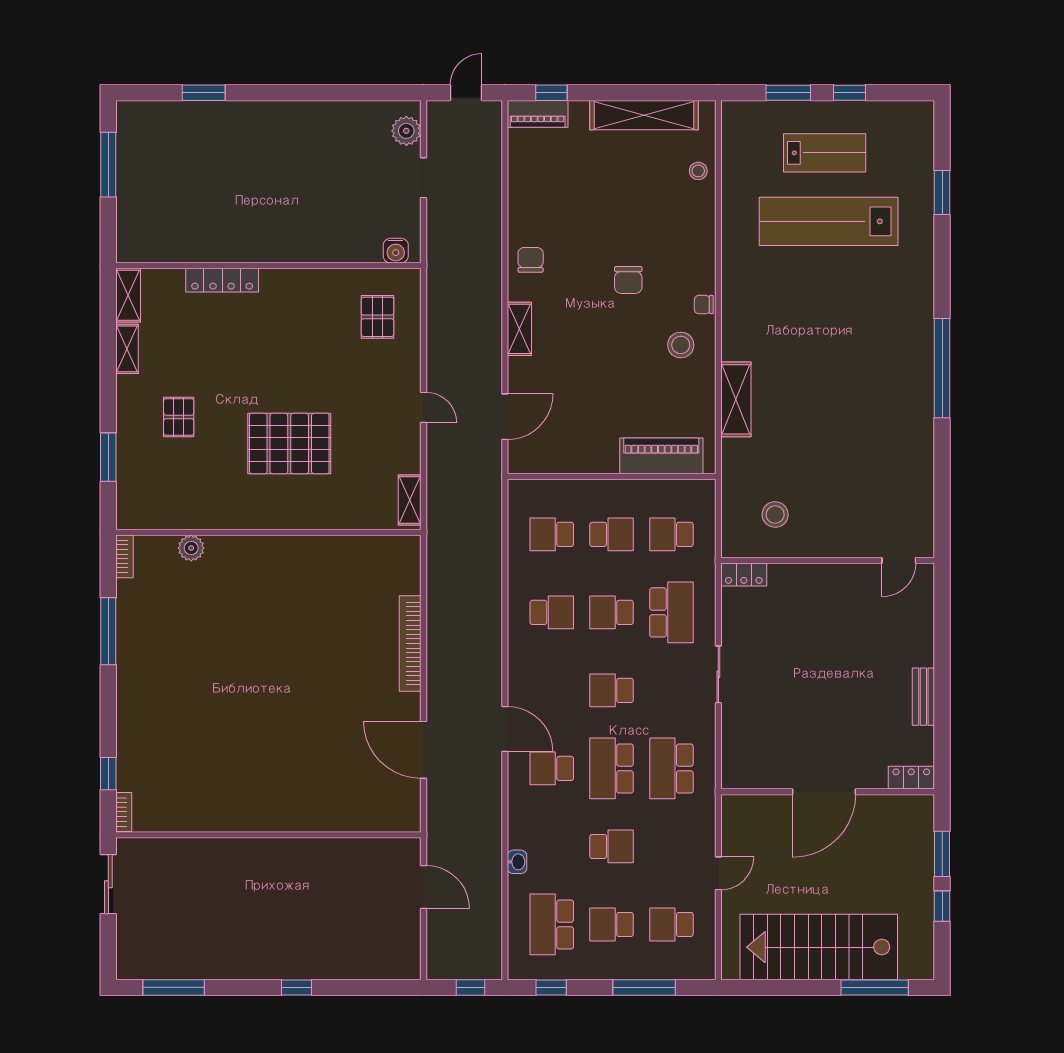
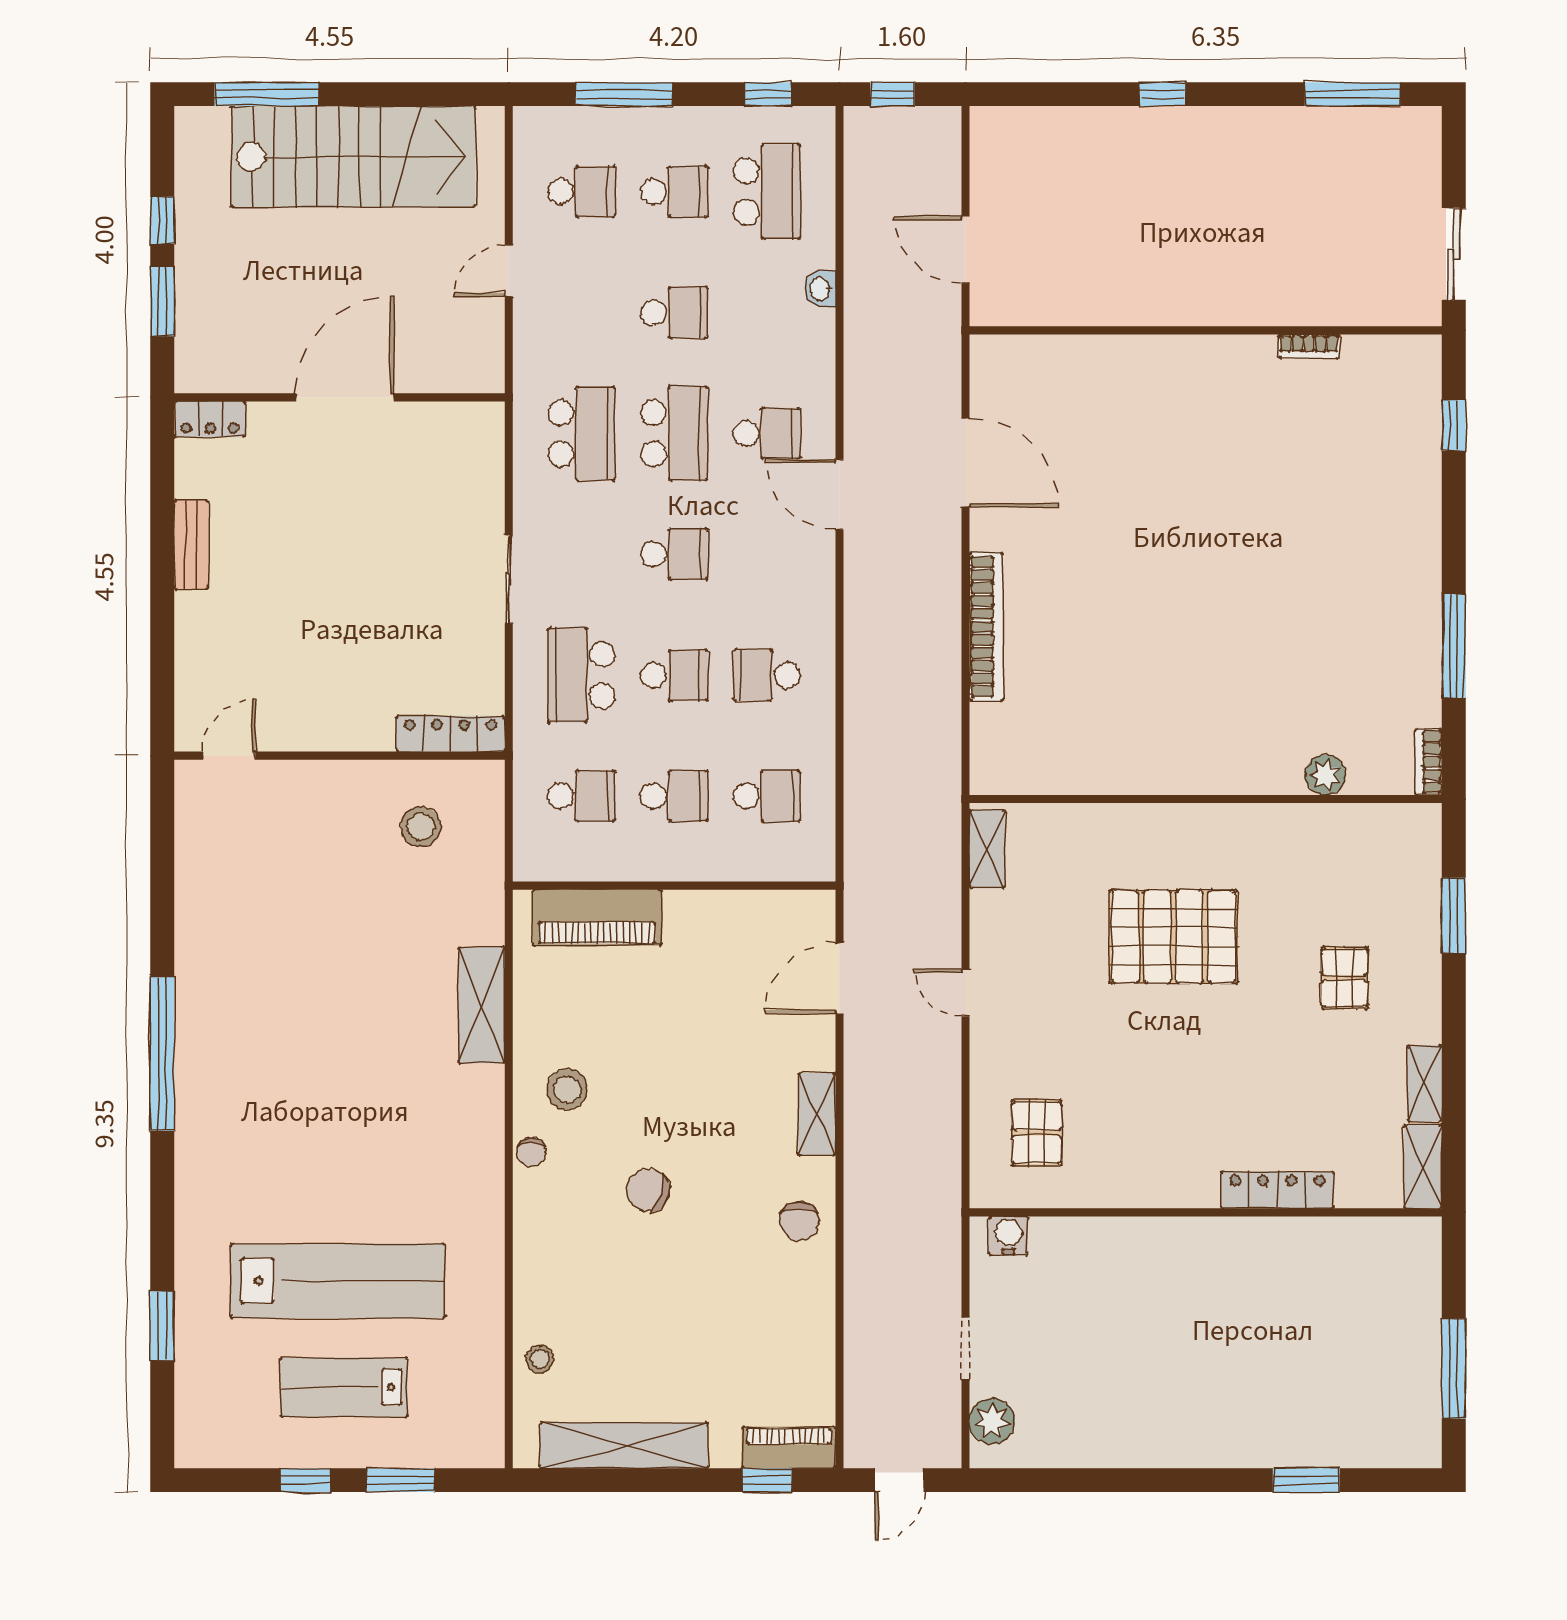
chair: (628, 280) -> (648, 1190), turned -73
chair: (704, 305) -> (531, 1152), turned 90
school desk: (612, 534) -> (674, 796), turned 180
locker: (744, 575) -> (451, 734), width x1.53
bookcase: (124, 812) -> (1309, 347), moved, turned -90
school desk: (612, 846) -> (674, 313), turned 180

